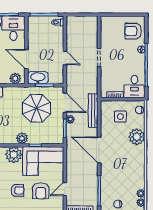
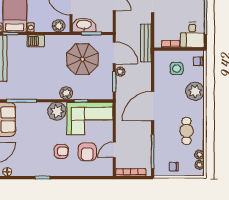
bench: (93, 111) -> (146, 43), moved
door: (99, 150) -> (153, 106), hinge flipped
cafe table: (129, 172) -> (186, 131), added

